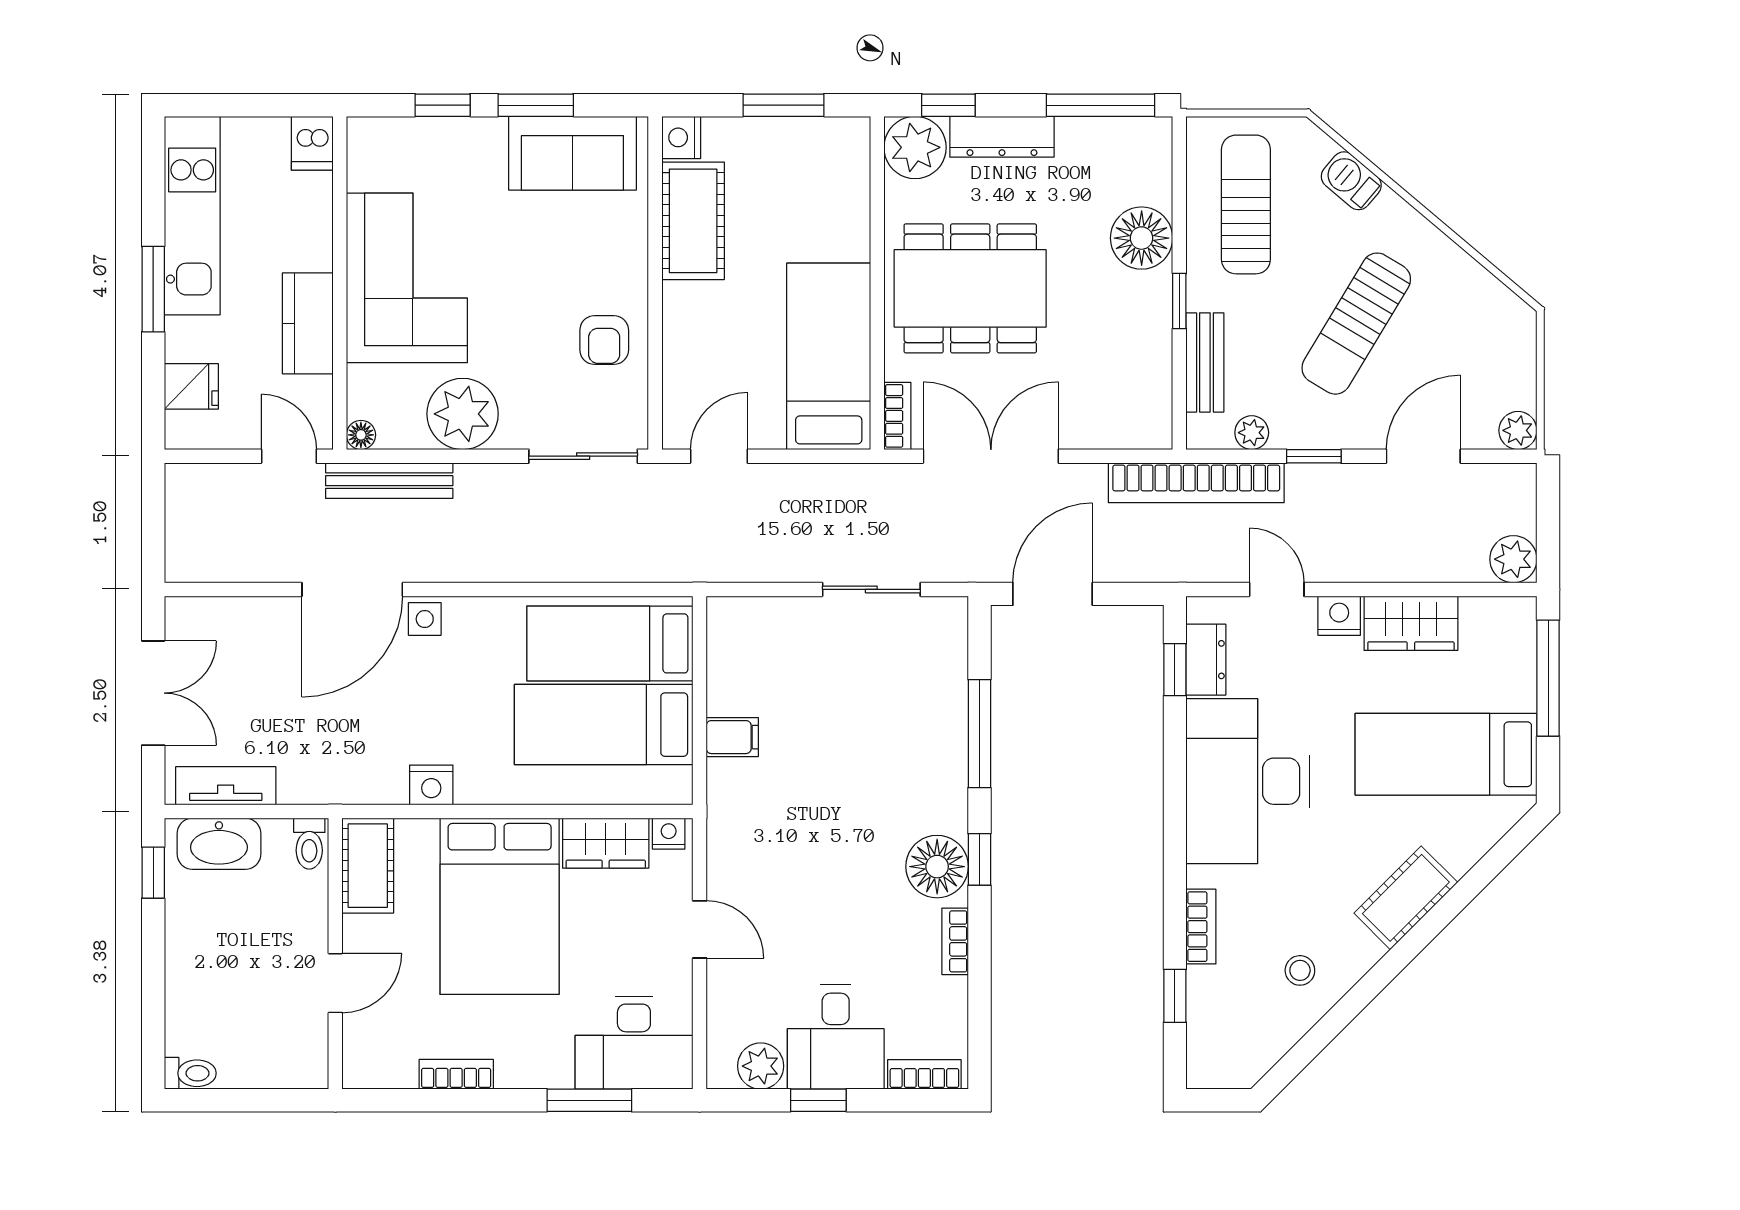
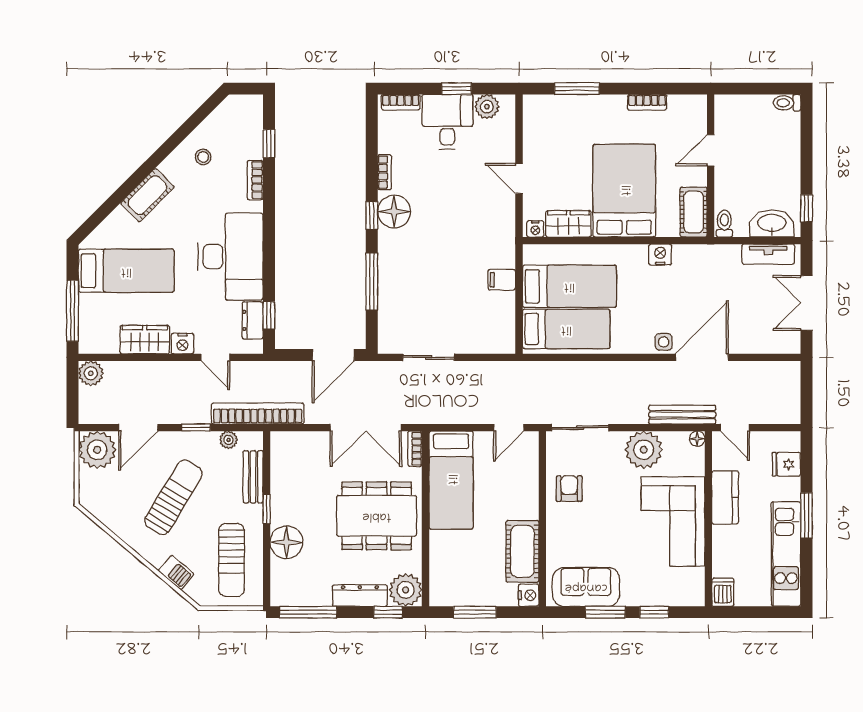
plant: (1518, 430) -> (97, 450), width x1.87, depth x1.87
desk: (634, 1043) -> (553, 119), removed

